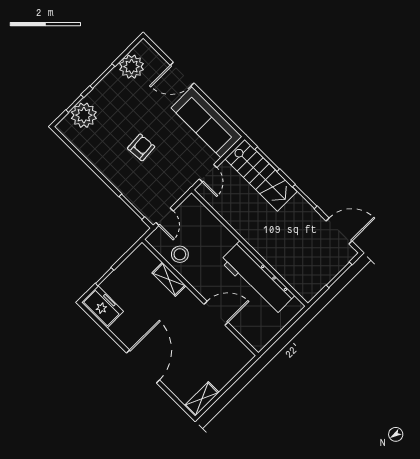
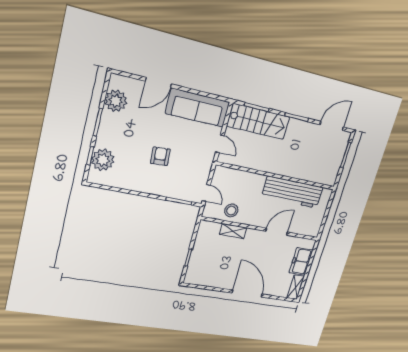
freezer: (103, 307) -> (301, 261), moved, turned -90

